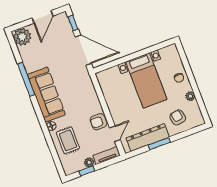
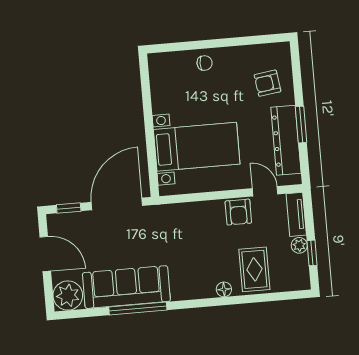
bed with nightstands: (146, 81) -> (197, 147), moved
sofa: (46, 95) -> (126, 287), moved
plant: (190, 96) -> (239, 53), removed
rug: (68, 140) -> (254, 269), turned 90

